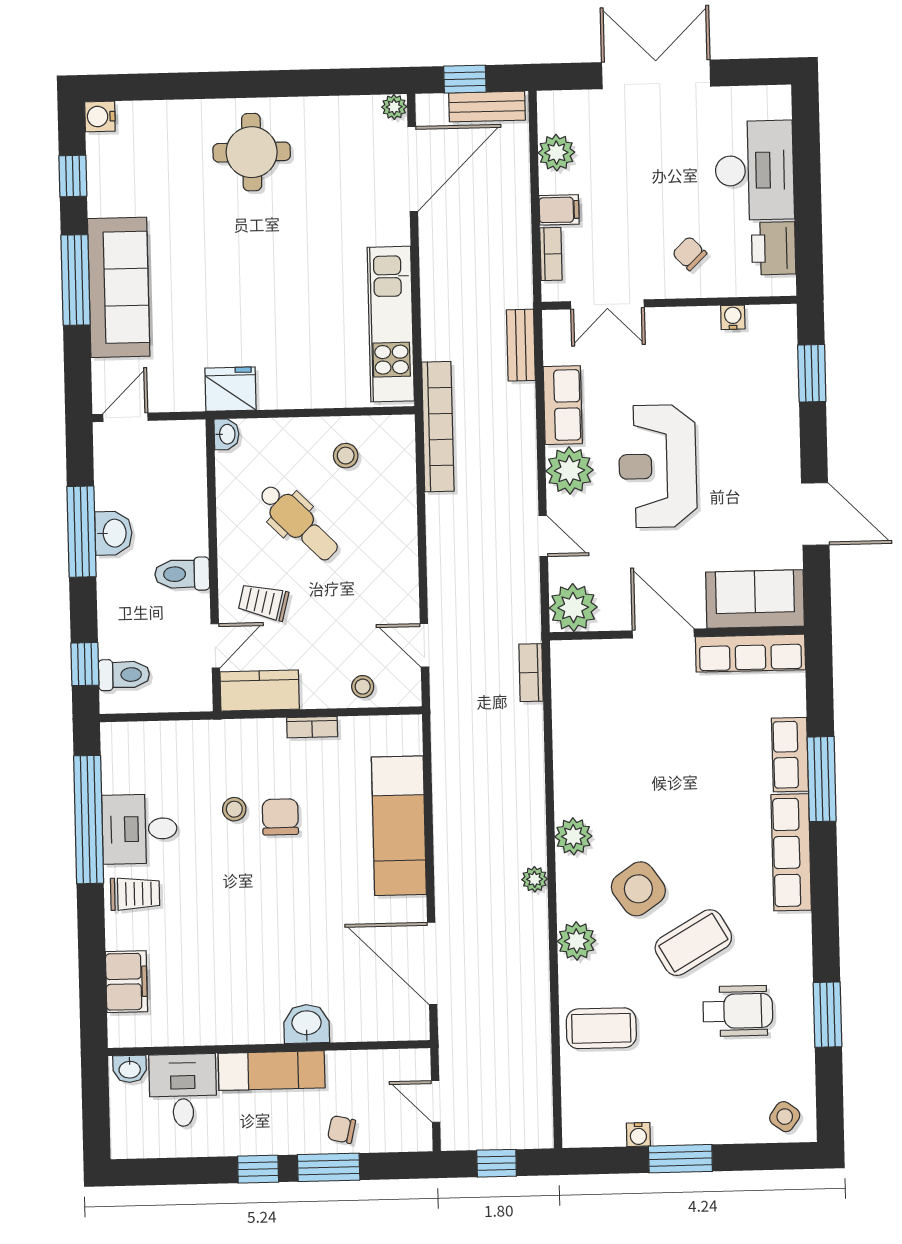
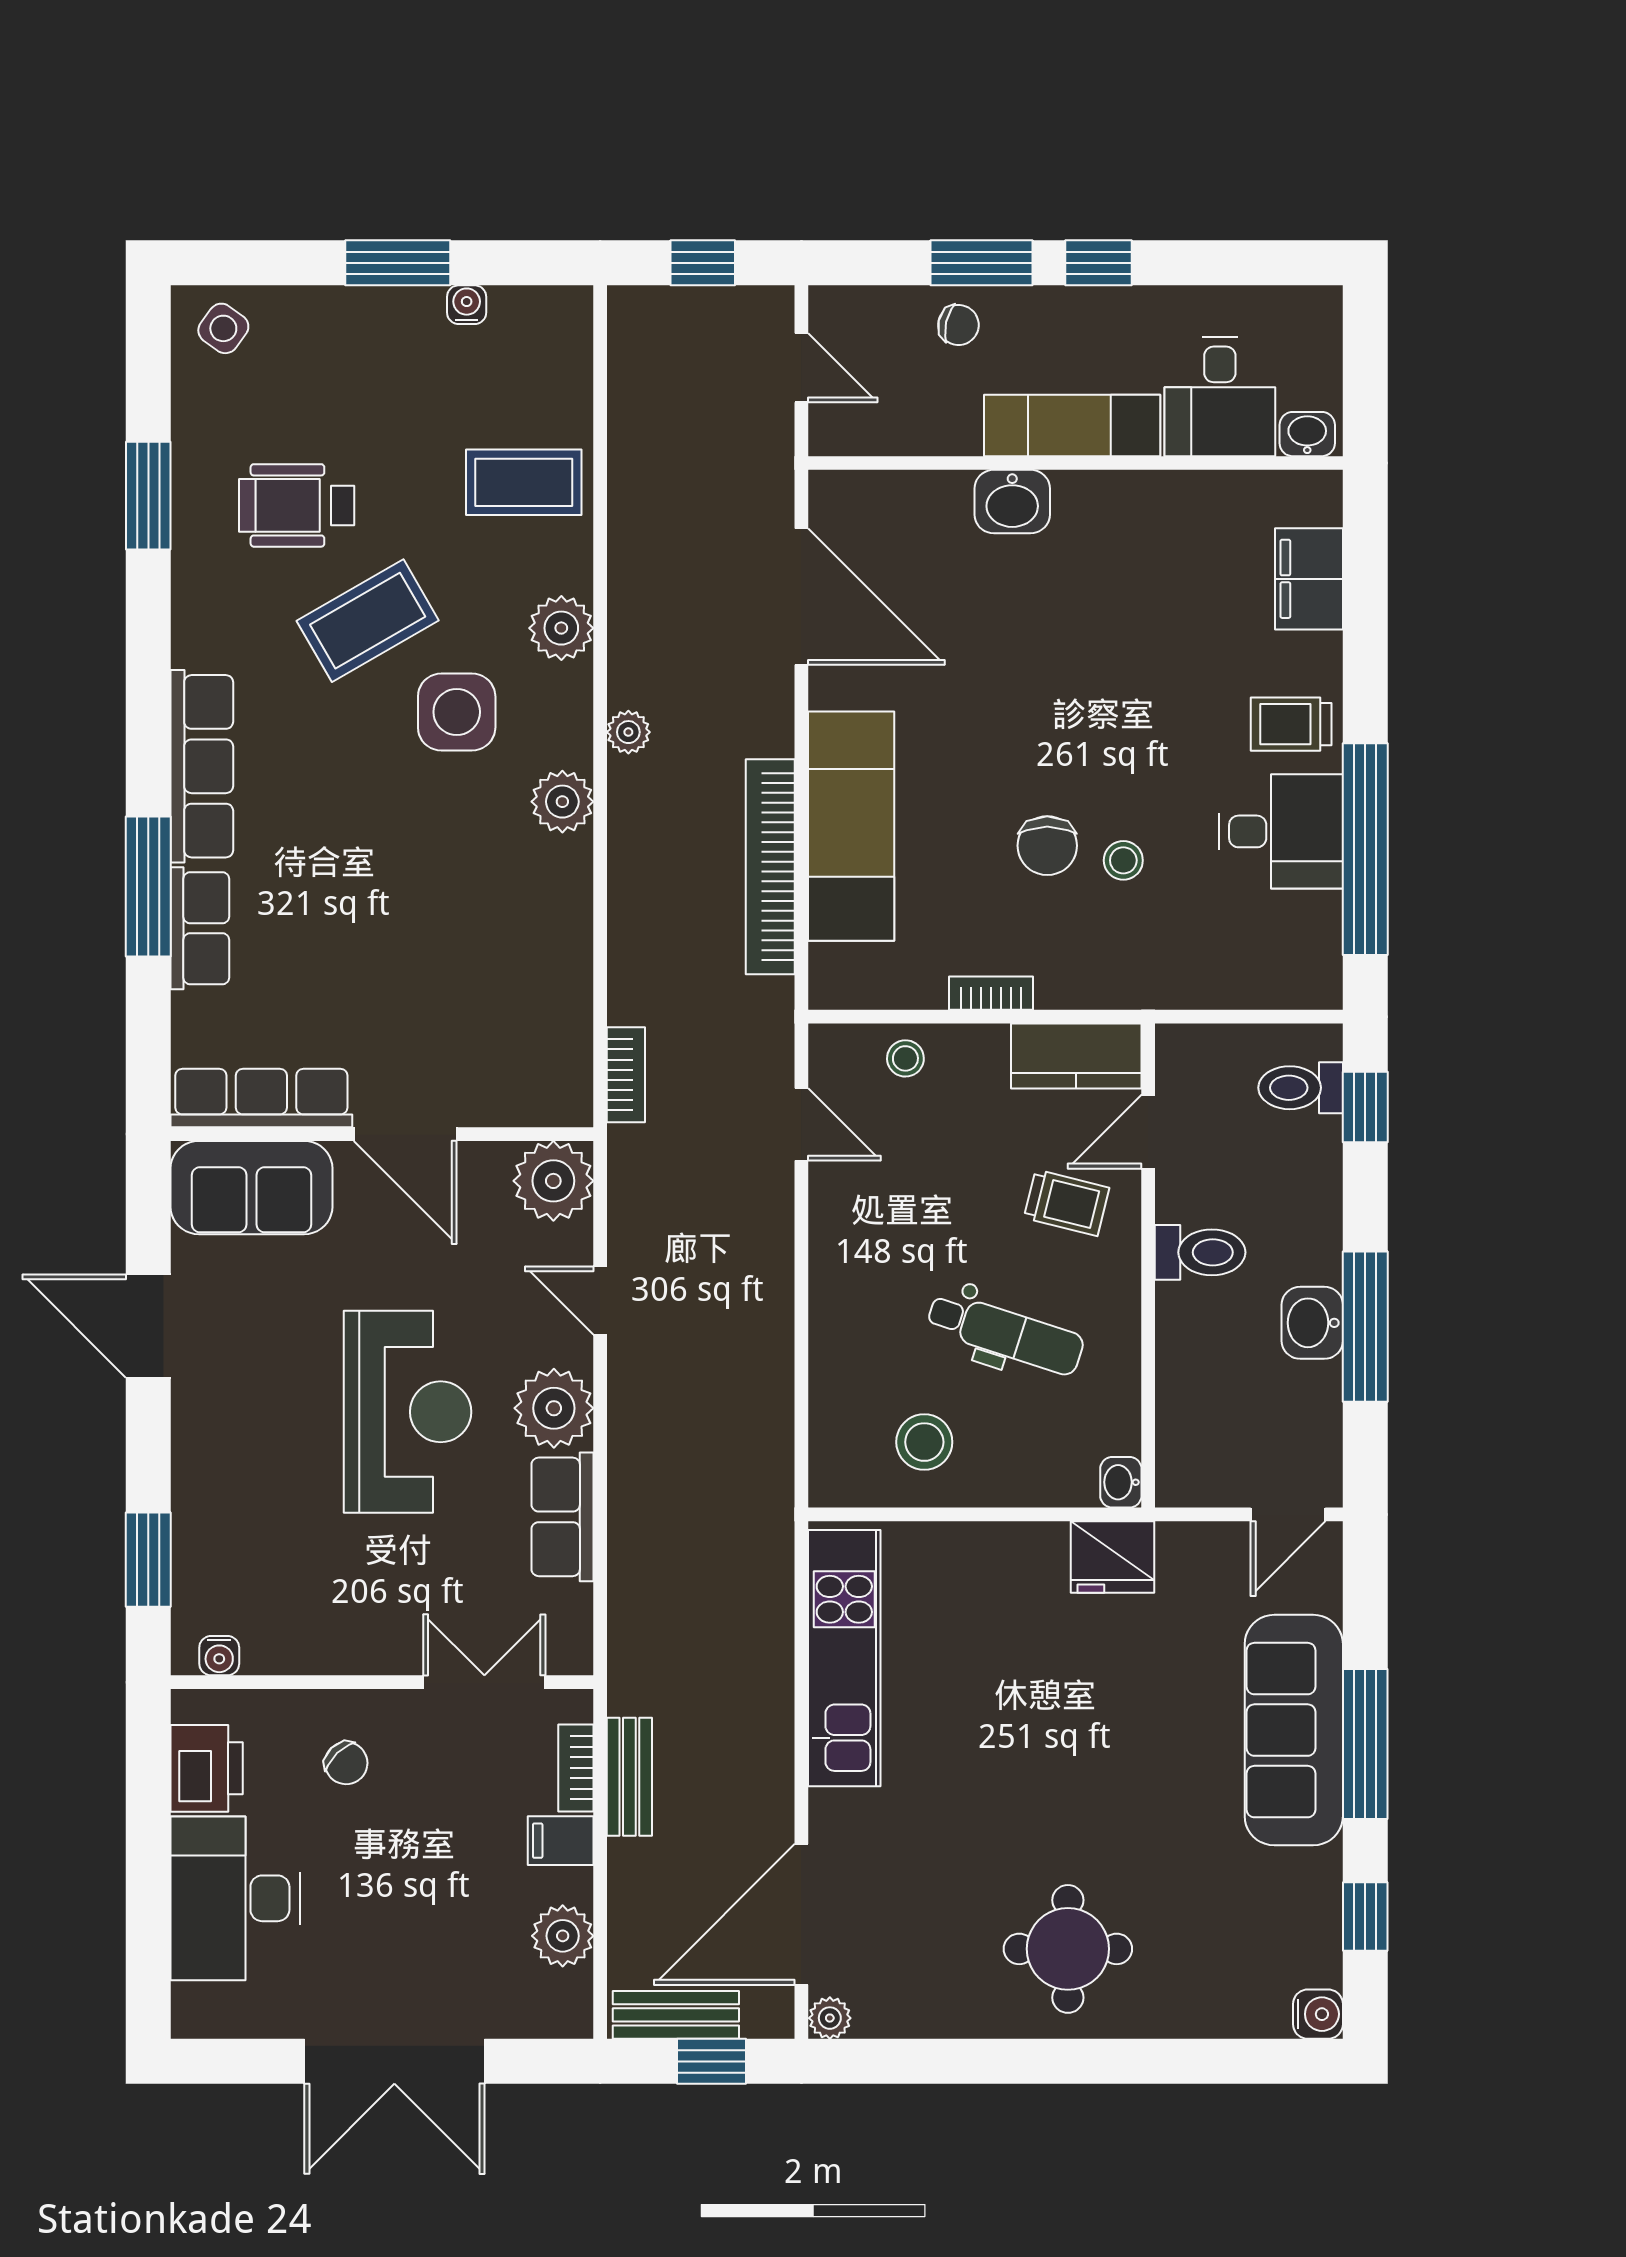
water cooler: (733, 317) -> (219, 1656), moved
bench: (521, 345) -> (629, 1777), moved
bookcase: (438, 427) -> (770, 867), moved
stool: (346, 456) -> (924, 1442), width x1.37, depth x1.37
dental chair: (298, 522) -> (1005, 1333), turned 153
side table: (638, 889) -> (457, 712), turned 35

